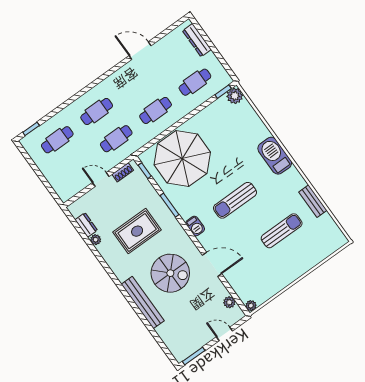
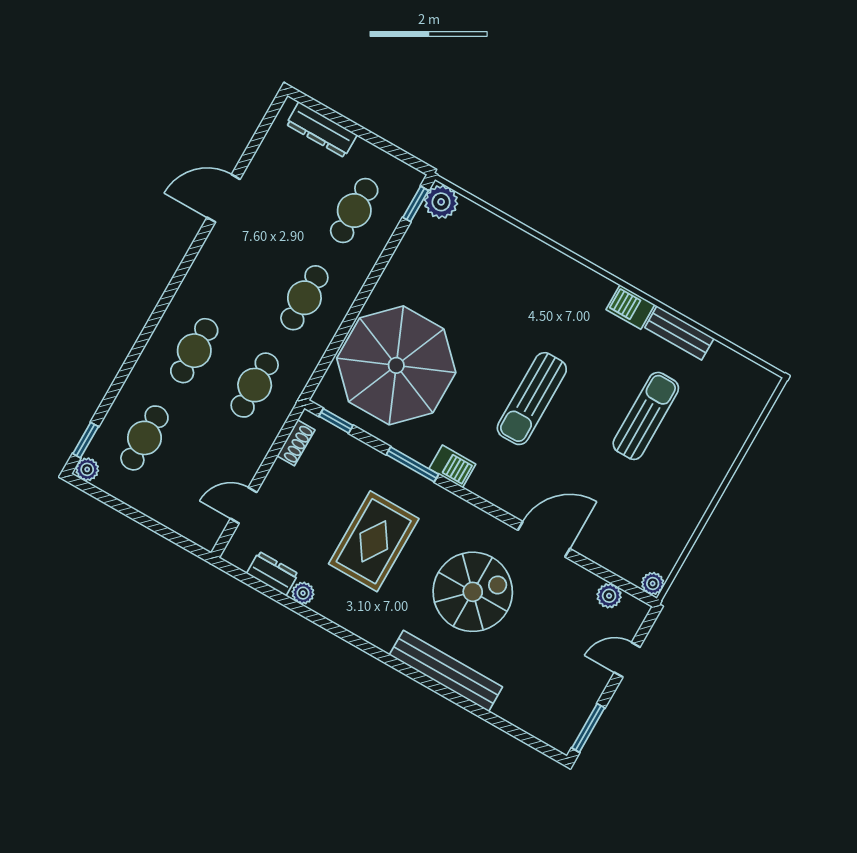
plant: (26, 142) -> (87, 469), added
barbecue: (275, 156) -> (630, 307), moved, width x0.53, depth x0.65
door: (101, 180) -> (244, 505), moved
barbecue: (195, 226) -> (452, 466), moved

